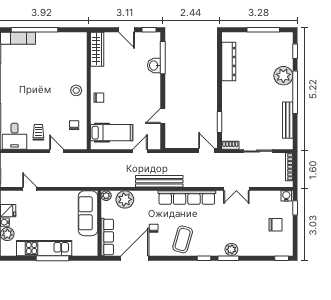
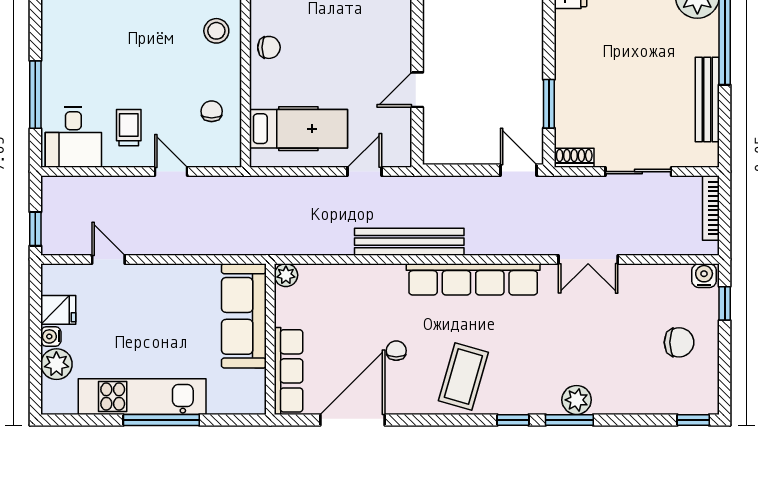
plant: (125, 199) -> (329, 284), removed

